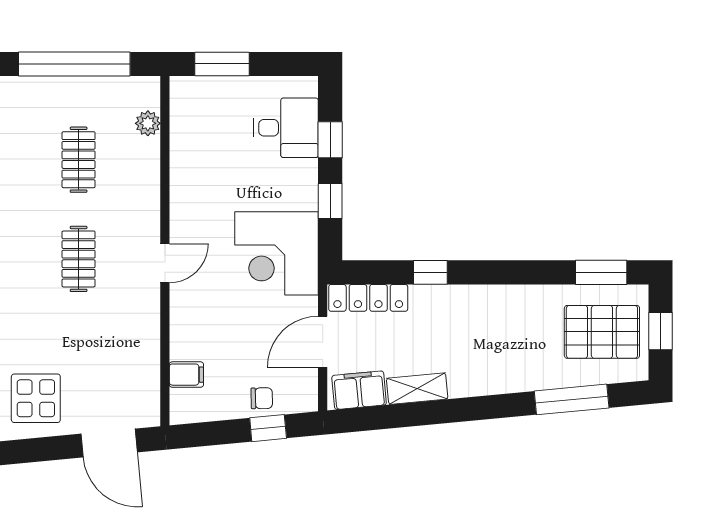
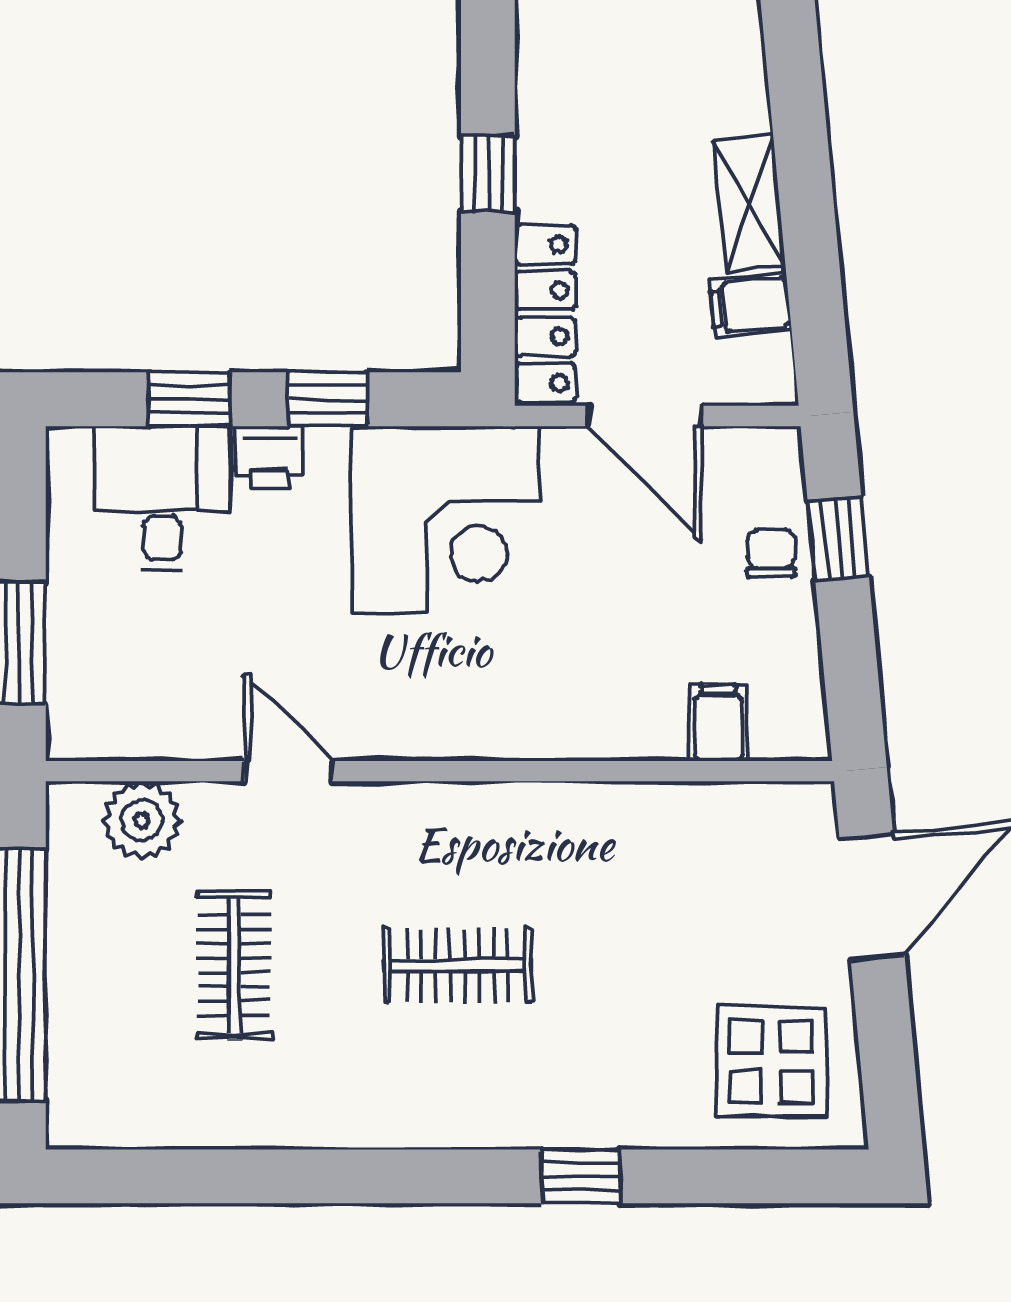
plant: (148, 123) -> (142, 820), width x1.38, depth x1.38
clothes rail: (79, 160) -> (234, 965), turned 90
printer: (304, 175) -> (269, 457), added
door: (165, 263) -> (288, 771), moved
filing cabinet: (359, 390) -> (750, 305), width x0.50

